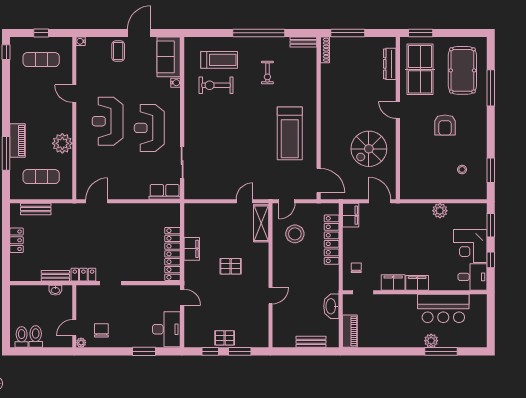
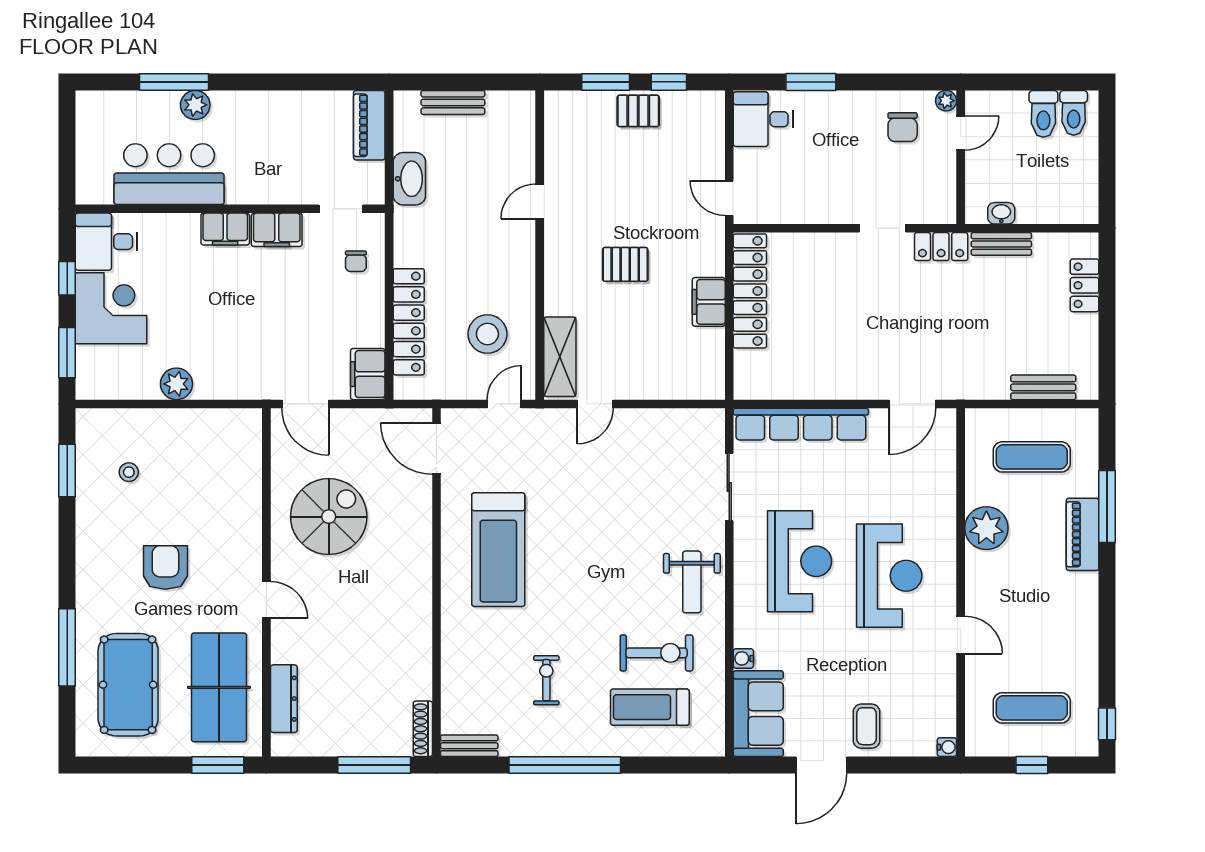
weight bench: (200, 118) -> (692, 582), added
treadmill: (290, 133) -> (498, 550), turned 180
row of seats: (165, 192) -> (801, 424), width x2.02
locker: (17, 240) -> (1085, 285), moved
desk: (166, 329) -> (763, 119), width x0.73

